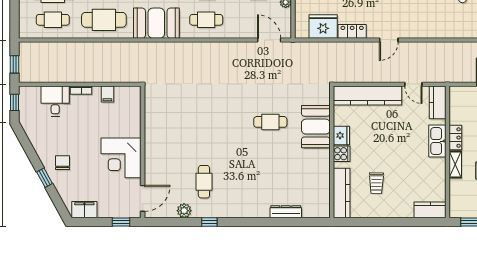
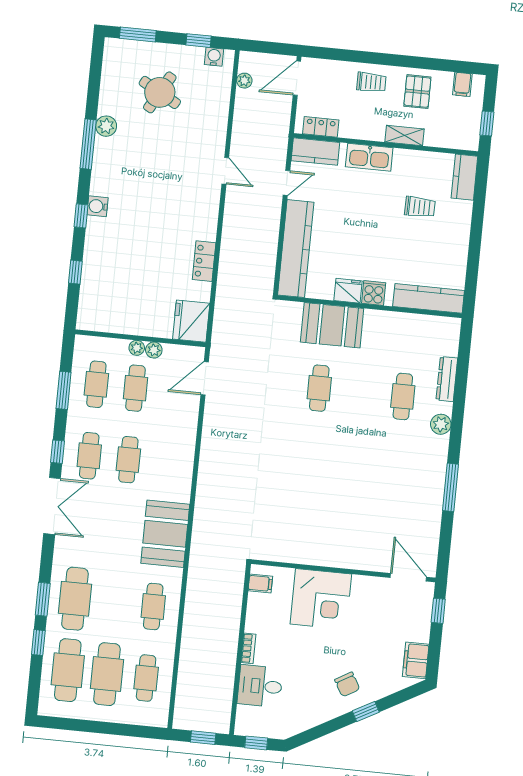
cafe table: (104, 20) -> (153, 607), width x0.73, depth x0.74
cafe table: (206, 20) -> (167, 464), removed
fridge: (323, 27) -> (191, 321), moved
door: (389, 40) -> (225, 171), moved
filing cabinet: (107, 94) -> (260, 583), moved
locker: (455, 138) -> (321, 127), moved
corner desk: (121, 158) -> (321, 599), moved
chair: (62, 163) -> (347, 684), turned -120
cafe table: (204, 182) -> (403, 396), moved, turned 90
trolley: (376, 183) -> (420, 207), moved
plant: (184, 211) -> (441, 424), moved
window: (209, 222) -> (451, 487), width x2.17

